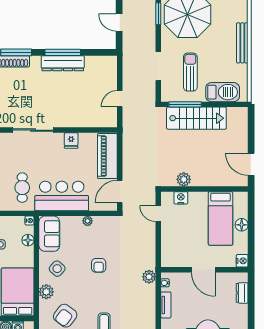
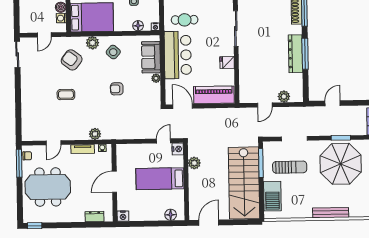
bench: (242, 43) -> (331, 213), moved
plant: (111, 77) -> (284, 96), added
door: (120, 99) -> (265, 105), swing flipped
stairs: (196, 118) -> (244, 183), width x1.36, depth x1.51
nightstand: (181, 198) -> (178, 149), moved
bed: (221, 218) -> (160, 179), moved
floor lamp: (242, 225) -> (171, 215), moved
sofa: (49, 234) -> (151, 57), moved, turned 90
plant: (149, 277) -> (95, 134), moved

